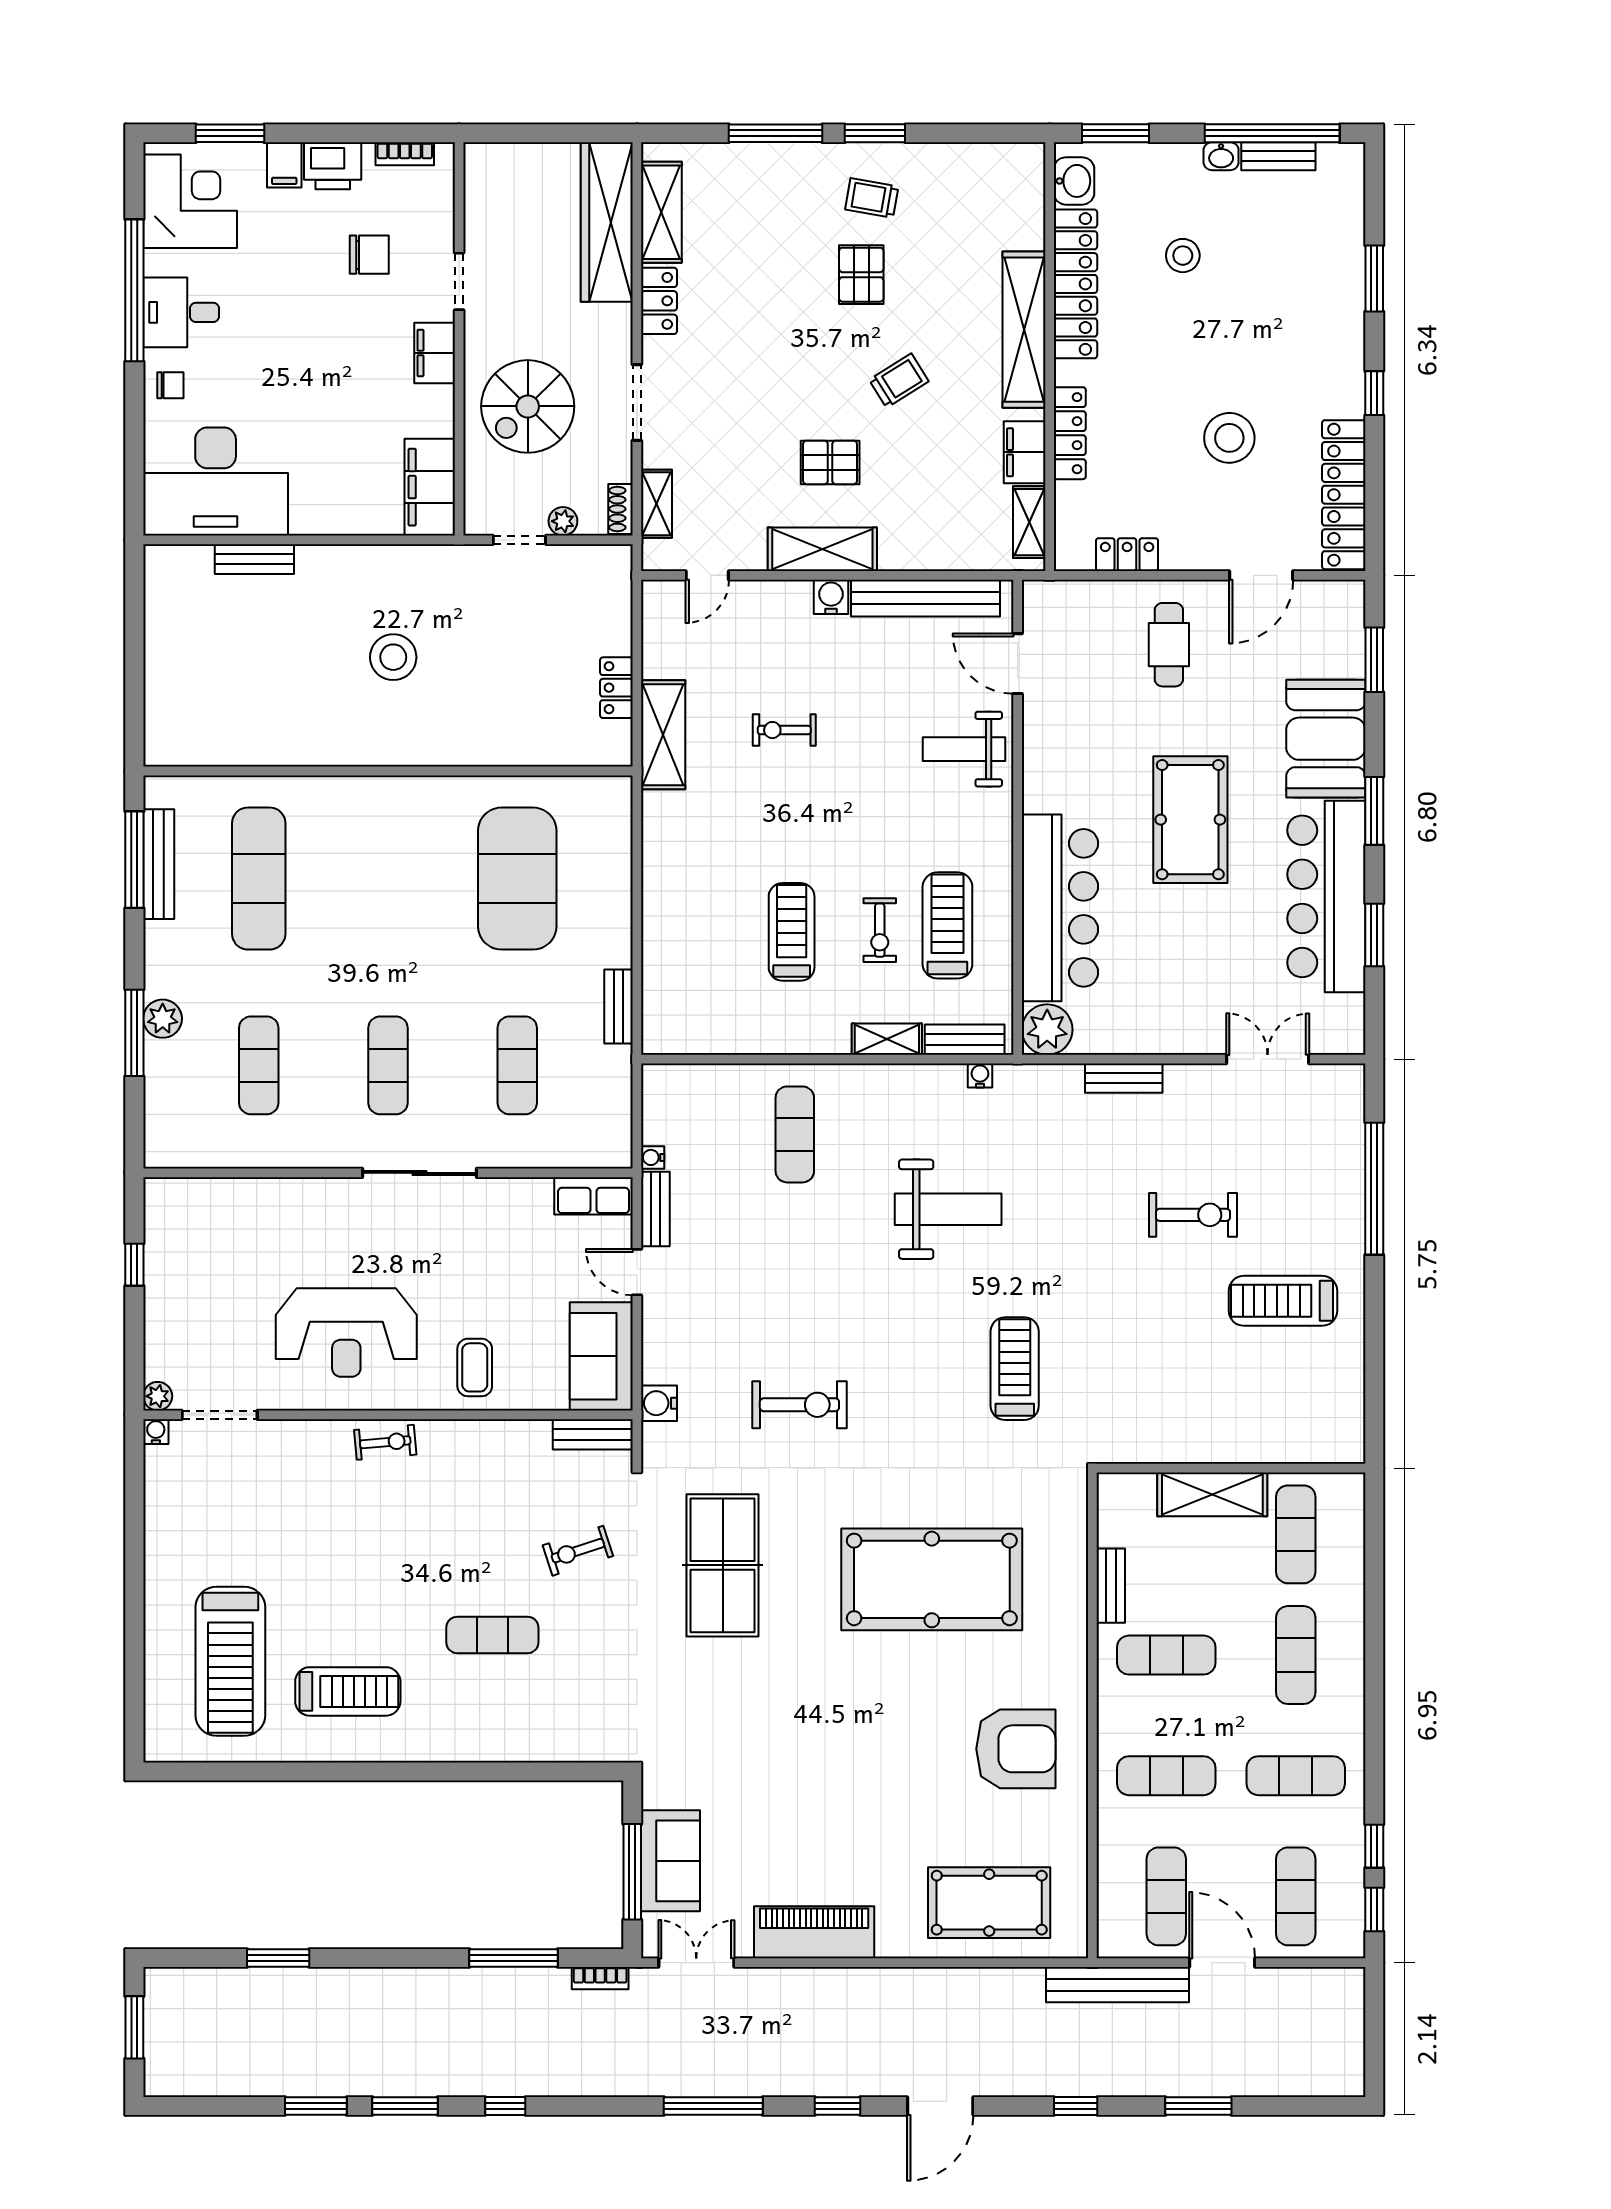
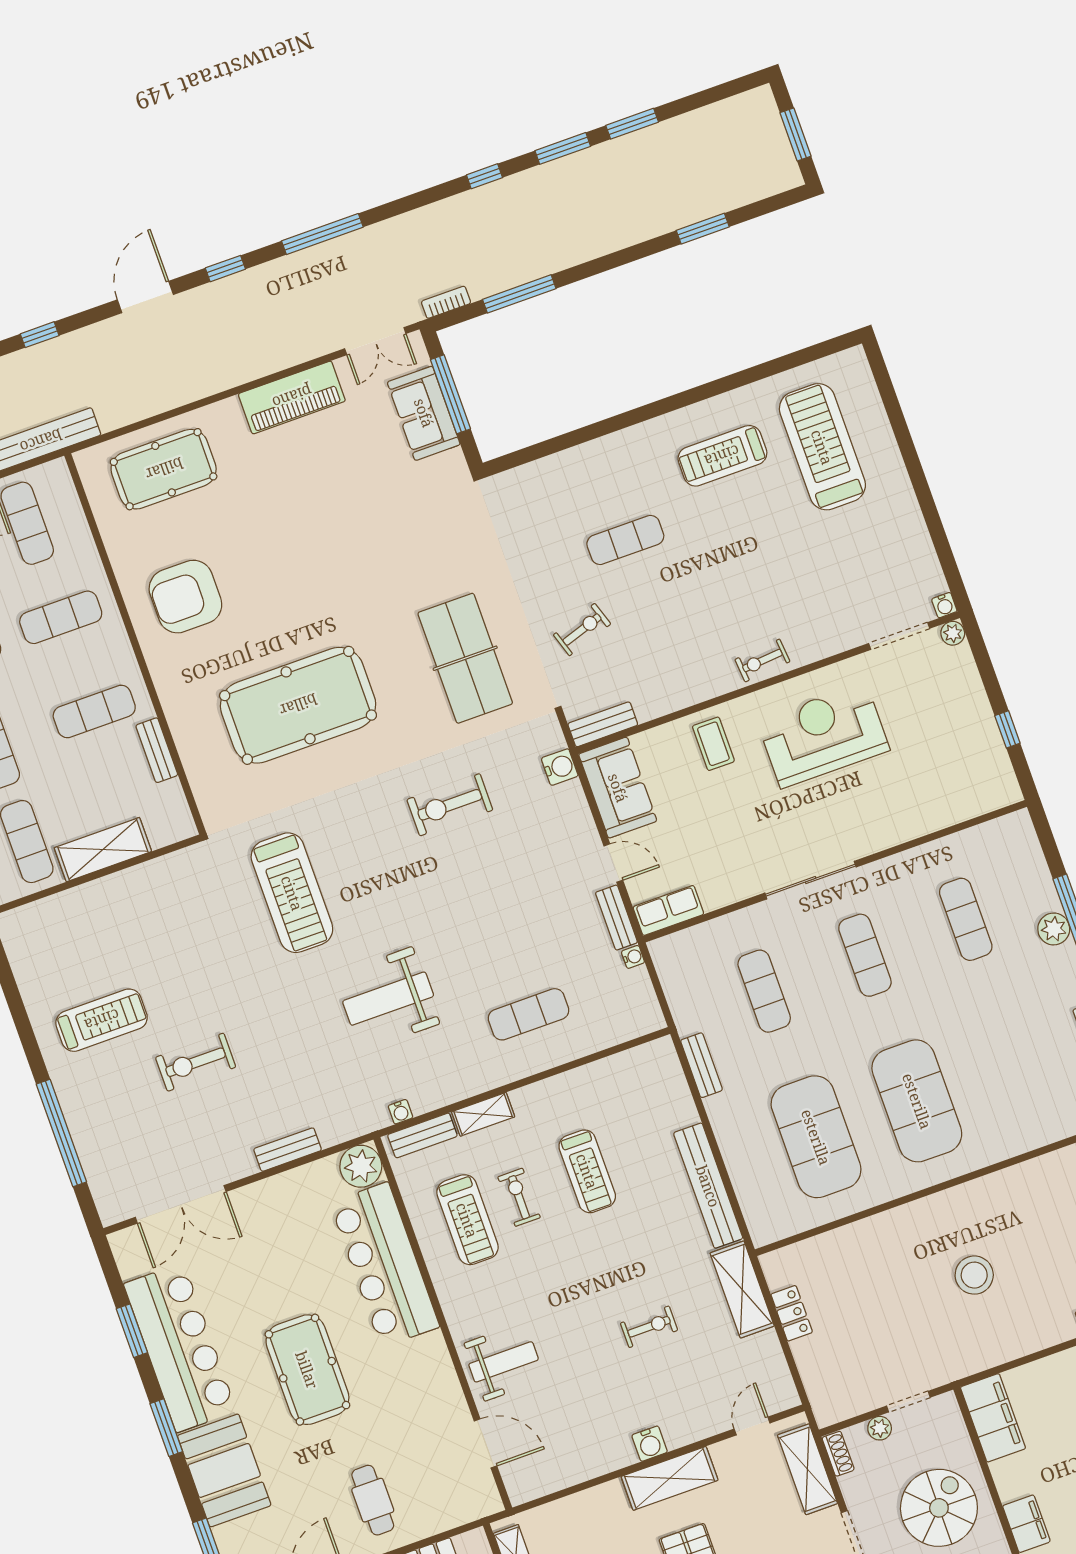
shelving: (657, 504) -> (807, 1469), width x1.50, depth x1.33
bench: (925, 598) -> (708, 1186), moved, turned 90
exercise mat: (259, 879) -> (917, 1101), moved, width x1.47
double door: (1268, 1059) -> (181, 1204), width x1.37
exercise mat: (795, 1134) -> (529, 1014), turned 90
treadmill: (1015, 1369) -> (292, 893), width x1.37, depth x1.38

